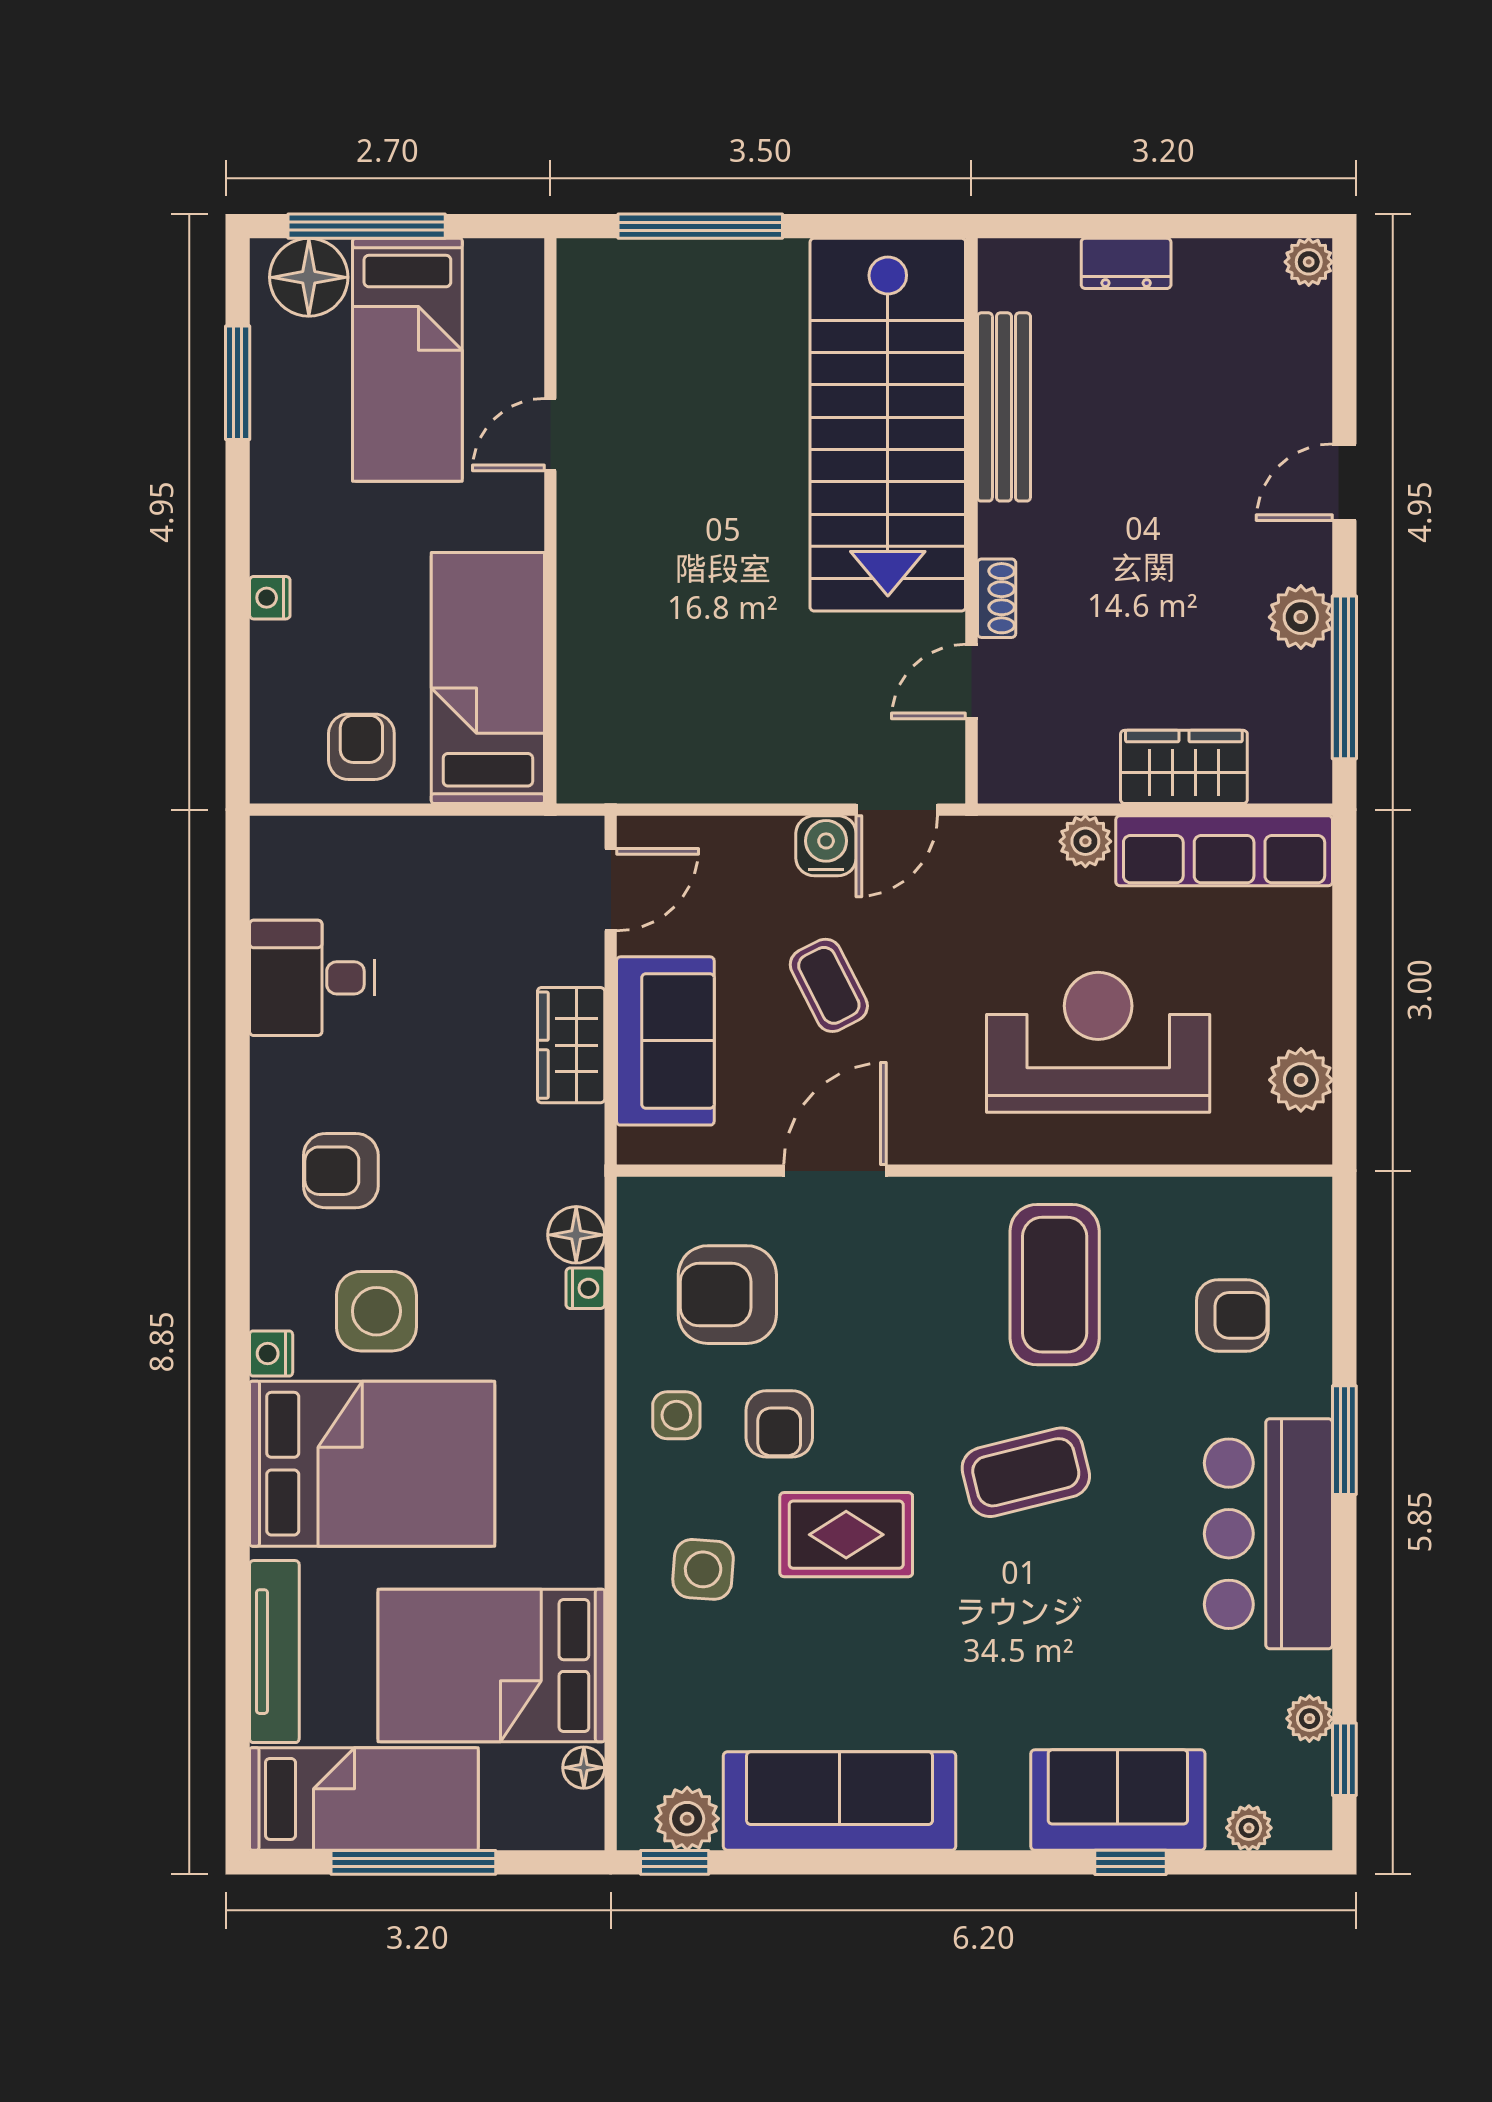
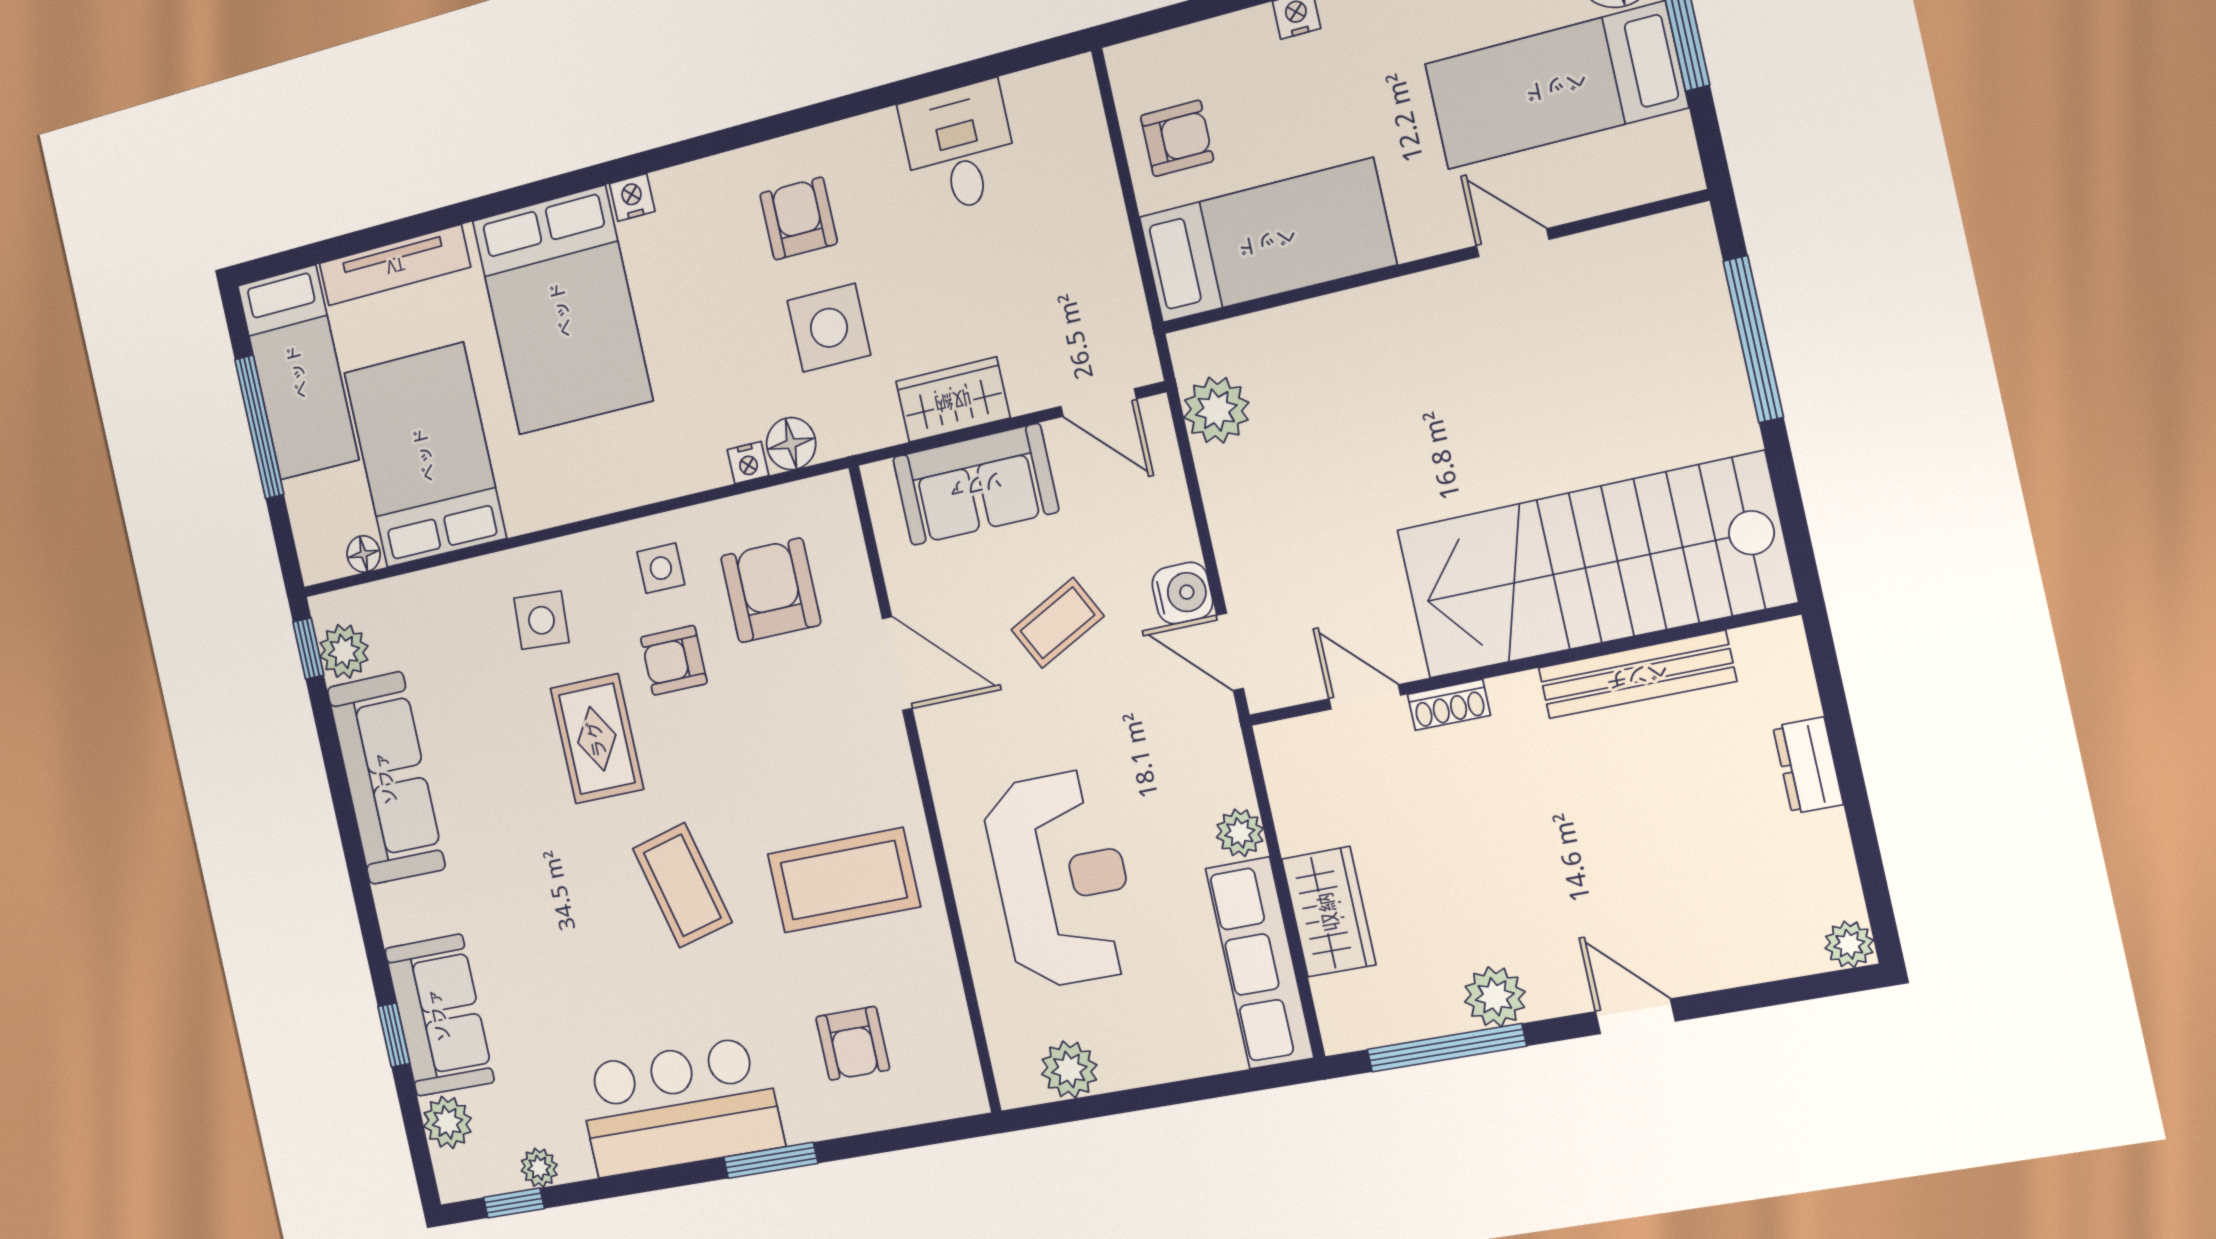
plant: (647, 768) -> (1216, 410), added
side table: (376, 1311) -> (829, 328), moved
plant: (1249, 1828) -> (447, 1122), width x1.38, depth x1.38

